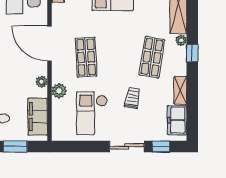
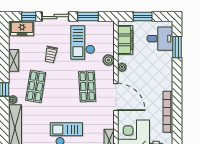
checkout: (92, 113) -> (83, 43), turned 180
freezer: (177, 120) -> (22, 28), moved, turned 90
window: (85, 147) -> (88, 17), added

